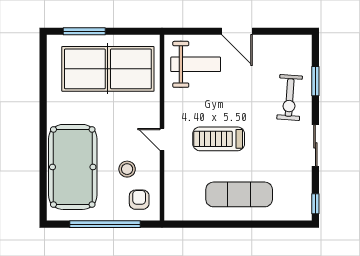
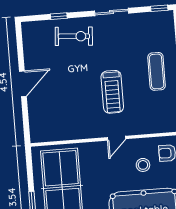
weight bench: (196, 64) -> (53, 115), removed
window: (315, 81) -> (59, 16), width x0.67
exercise mat: (239, 194) -> (157, 71), width x0.73, depth x0.69

